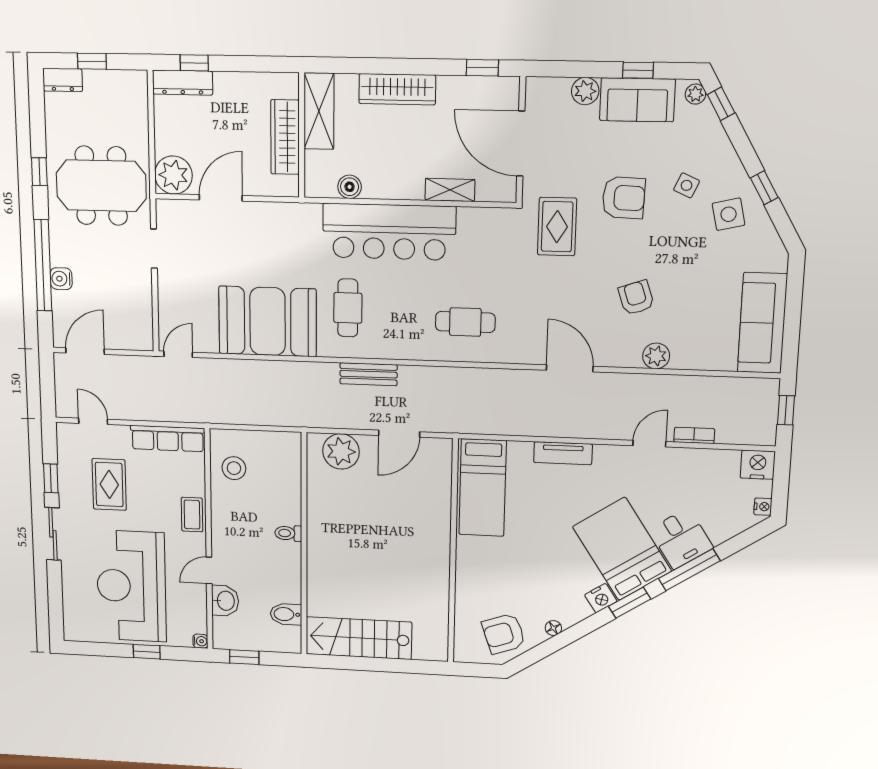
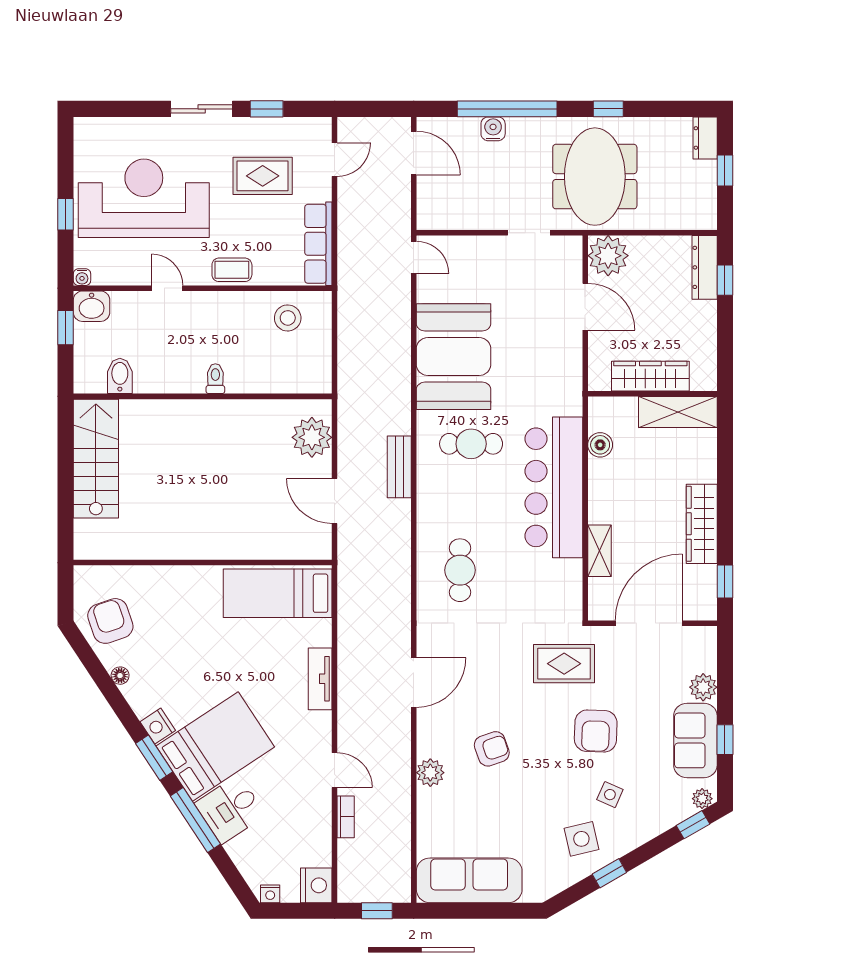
wardrobe: (397, 89) -> (702, 524), moved
washbasin: (225, 601) -> (92, 306), moved

